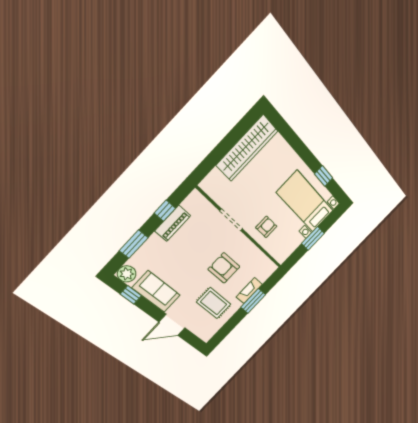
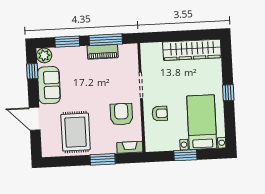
window: (324, 176) -> (228, 93), moved
window: (165, 211) -> (106, 40), width x2.17
armchair: (224, 268) -> (121, 114), moved
fireplace: (249, 291) -> (130, 147), moved
rug: (214, 303) -> (76, 132), width x1.36, depth x1.43

